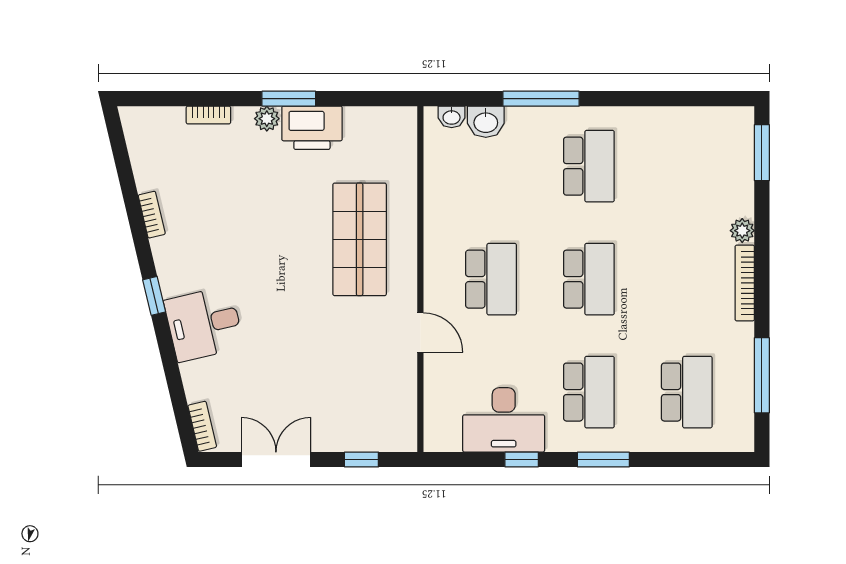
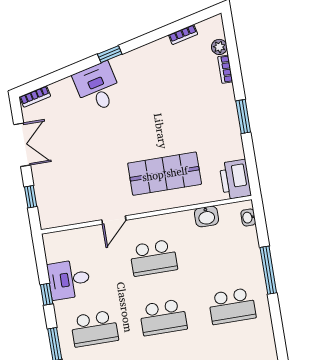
plant: (267, 119) -> (219, 47), moved
washbasin: (486, 122) -> (206, 216), moved, turned -90
printer: (312, 128) -> (235, 179), moved
bookcase: (152, 215) -> (183, 35), moved
desk: (504, 420) -> (69, 279), width x0.73

